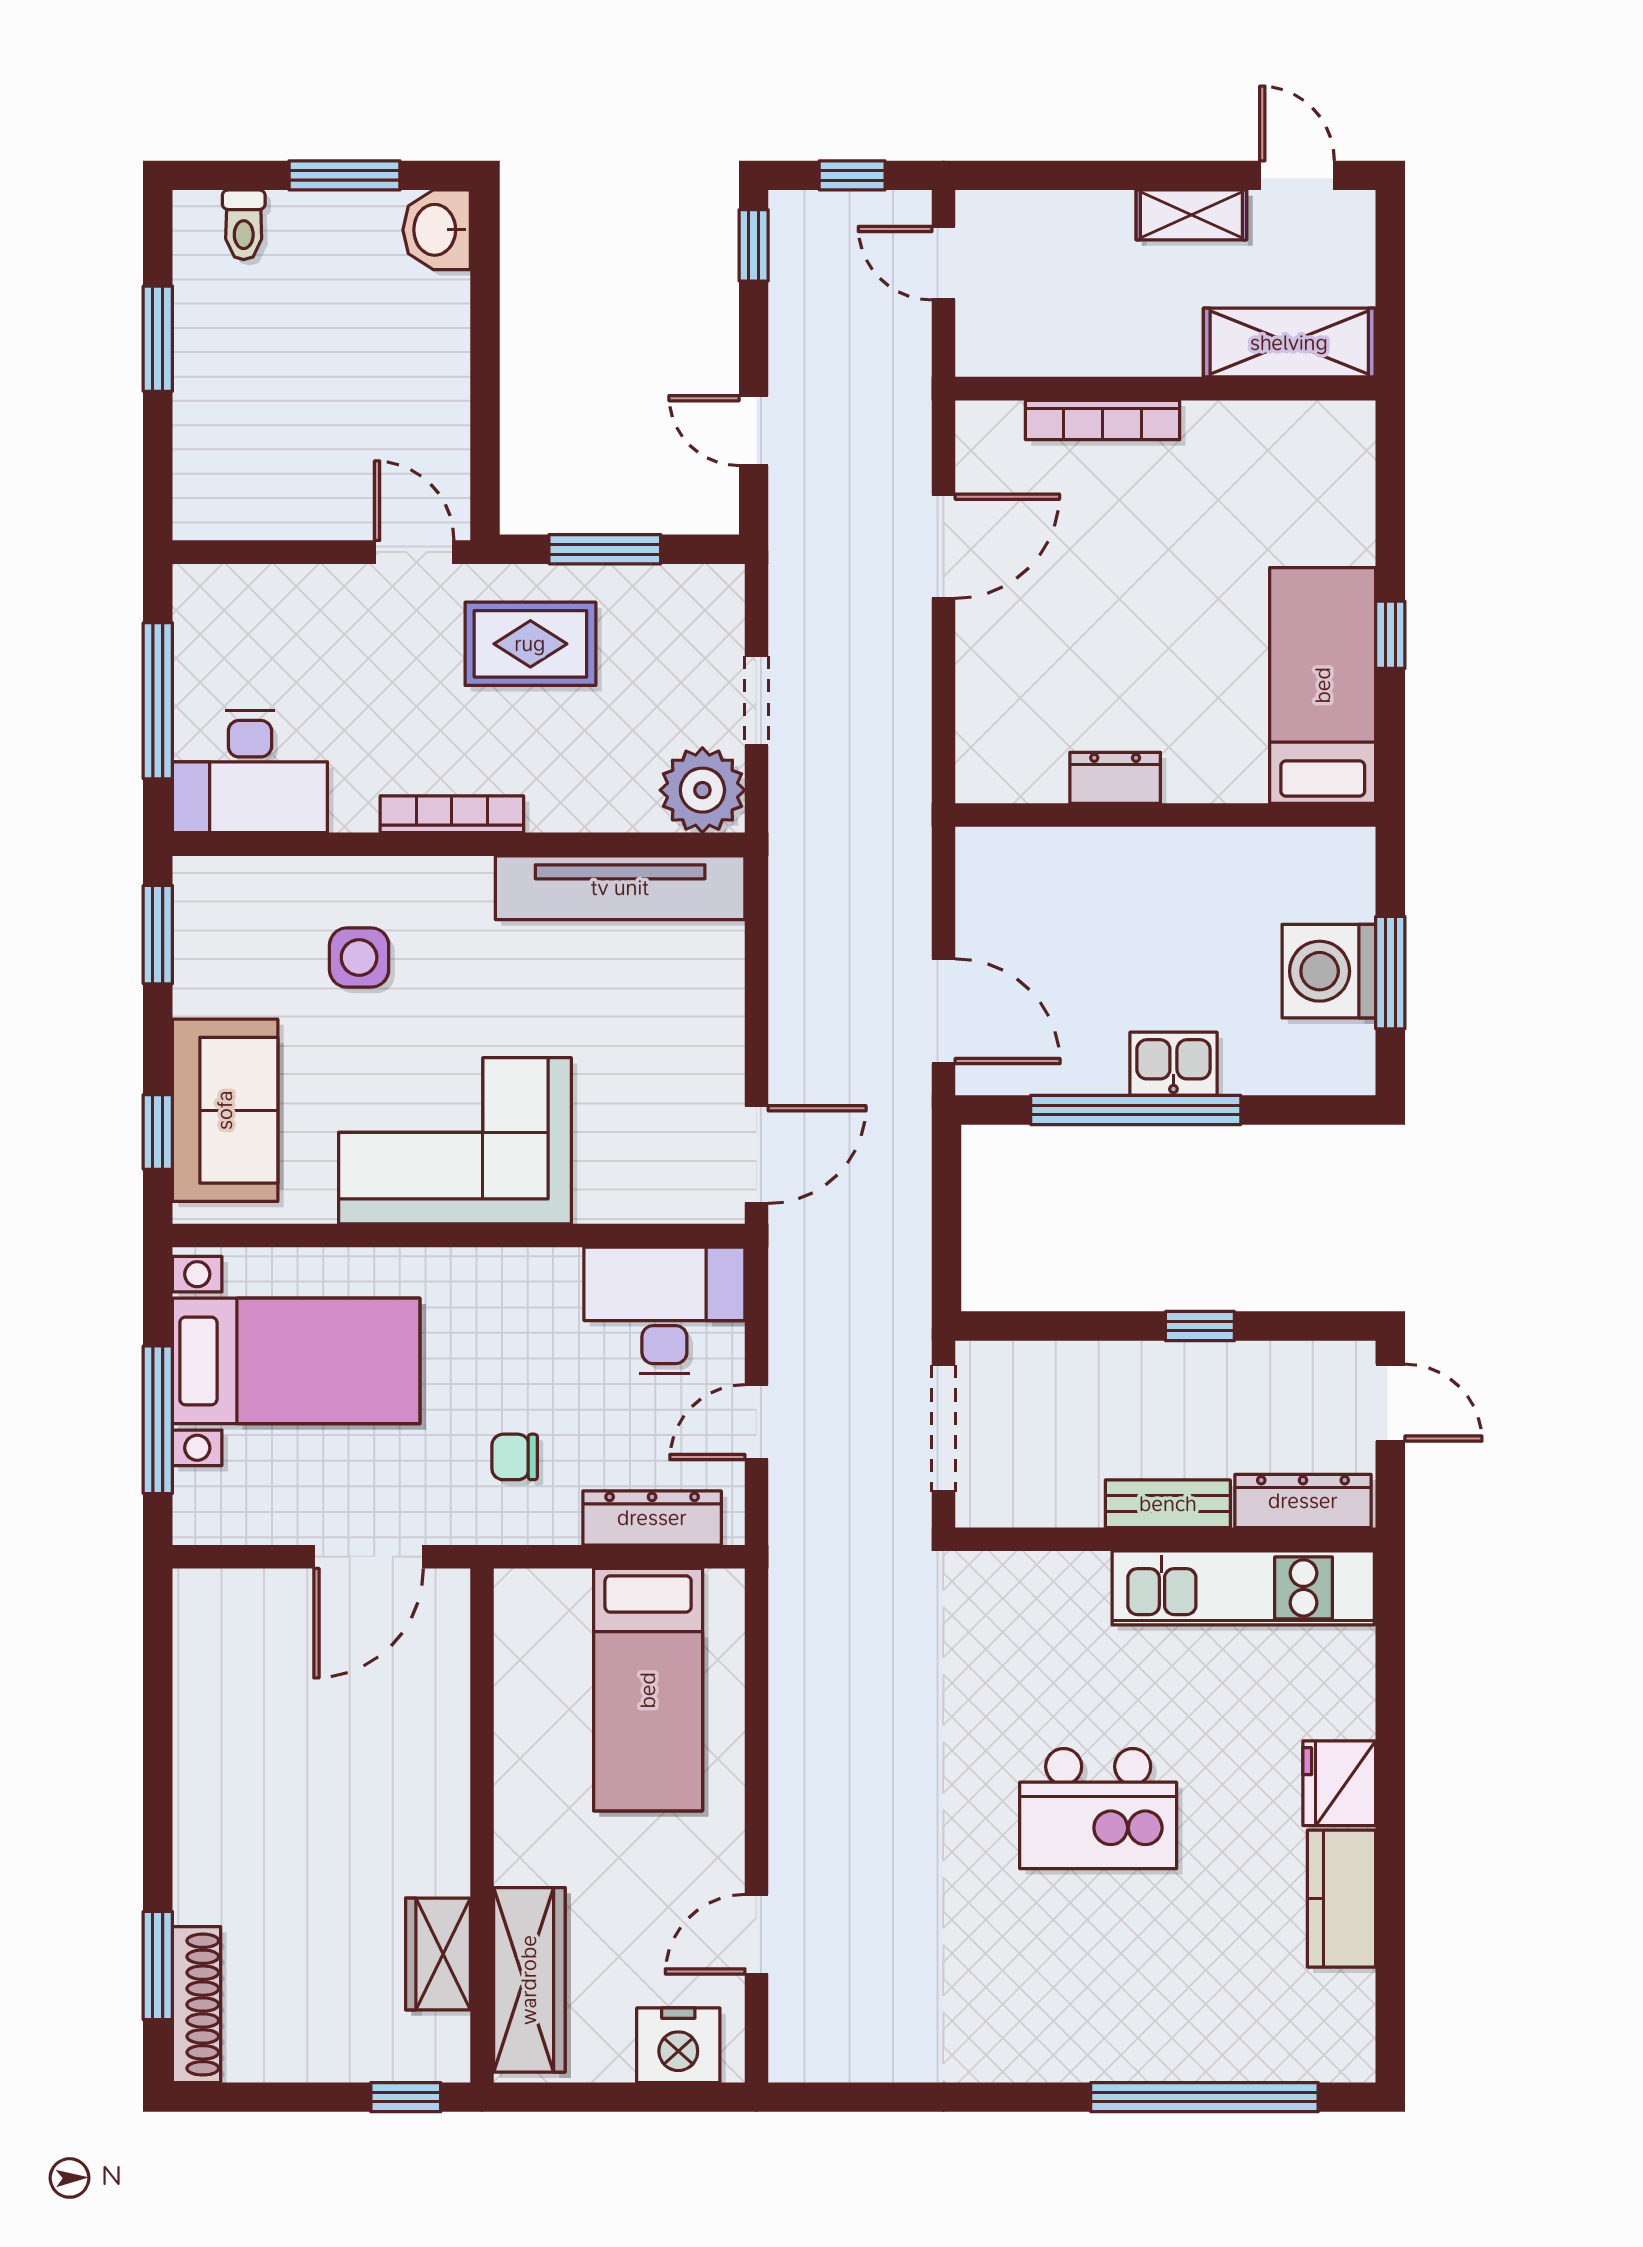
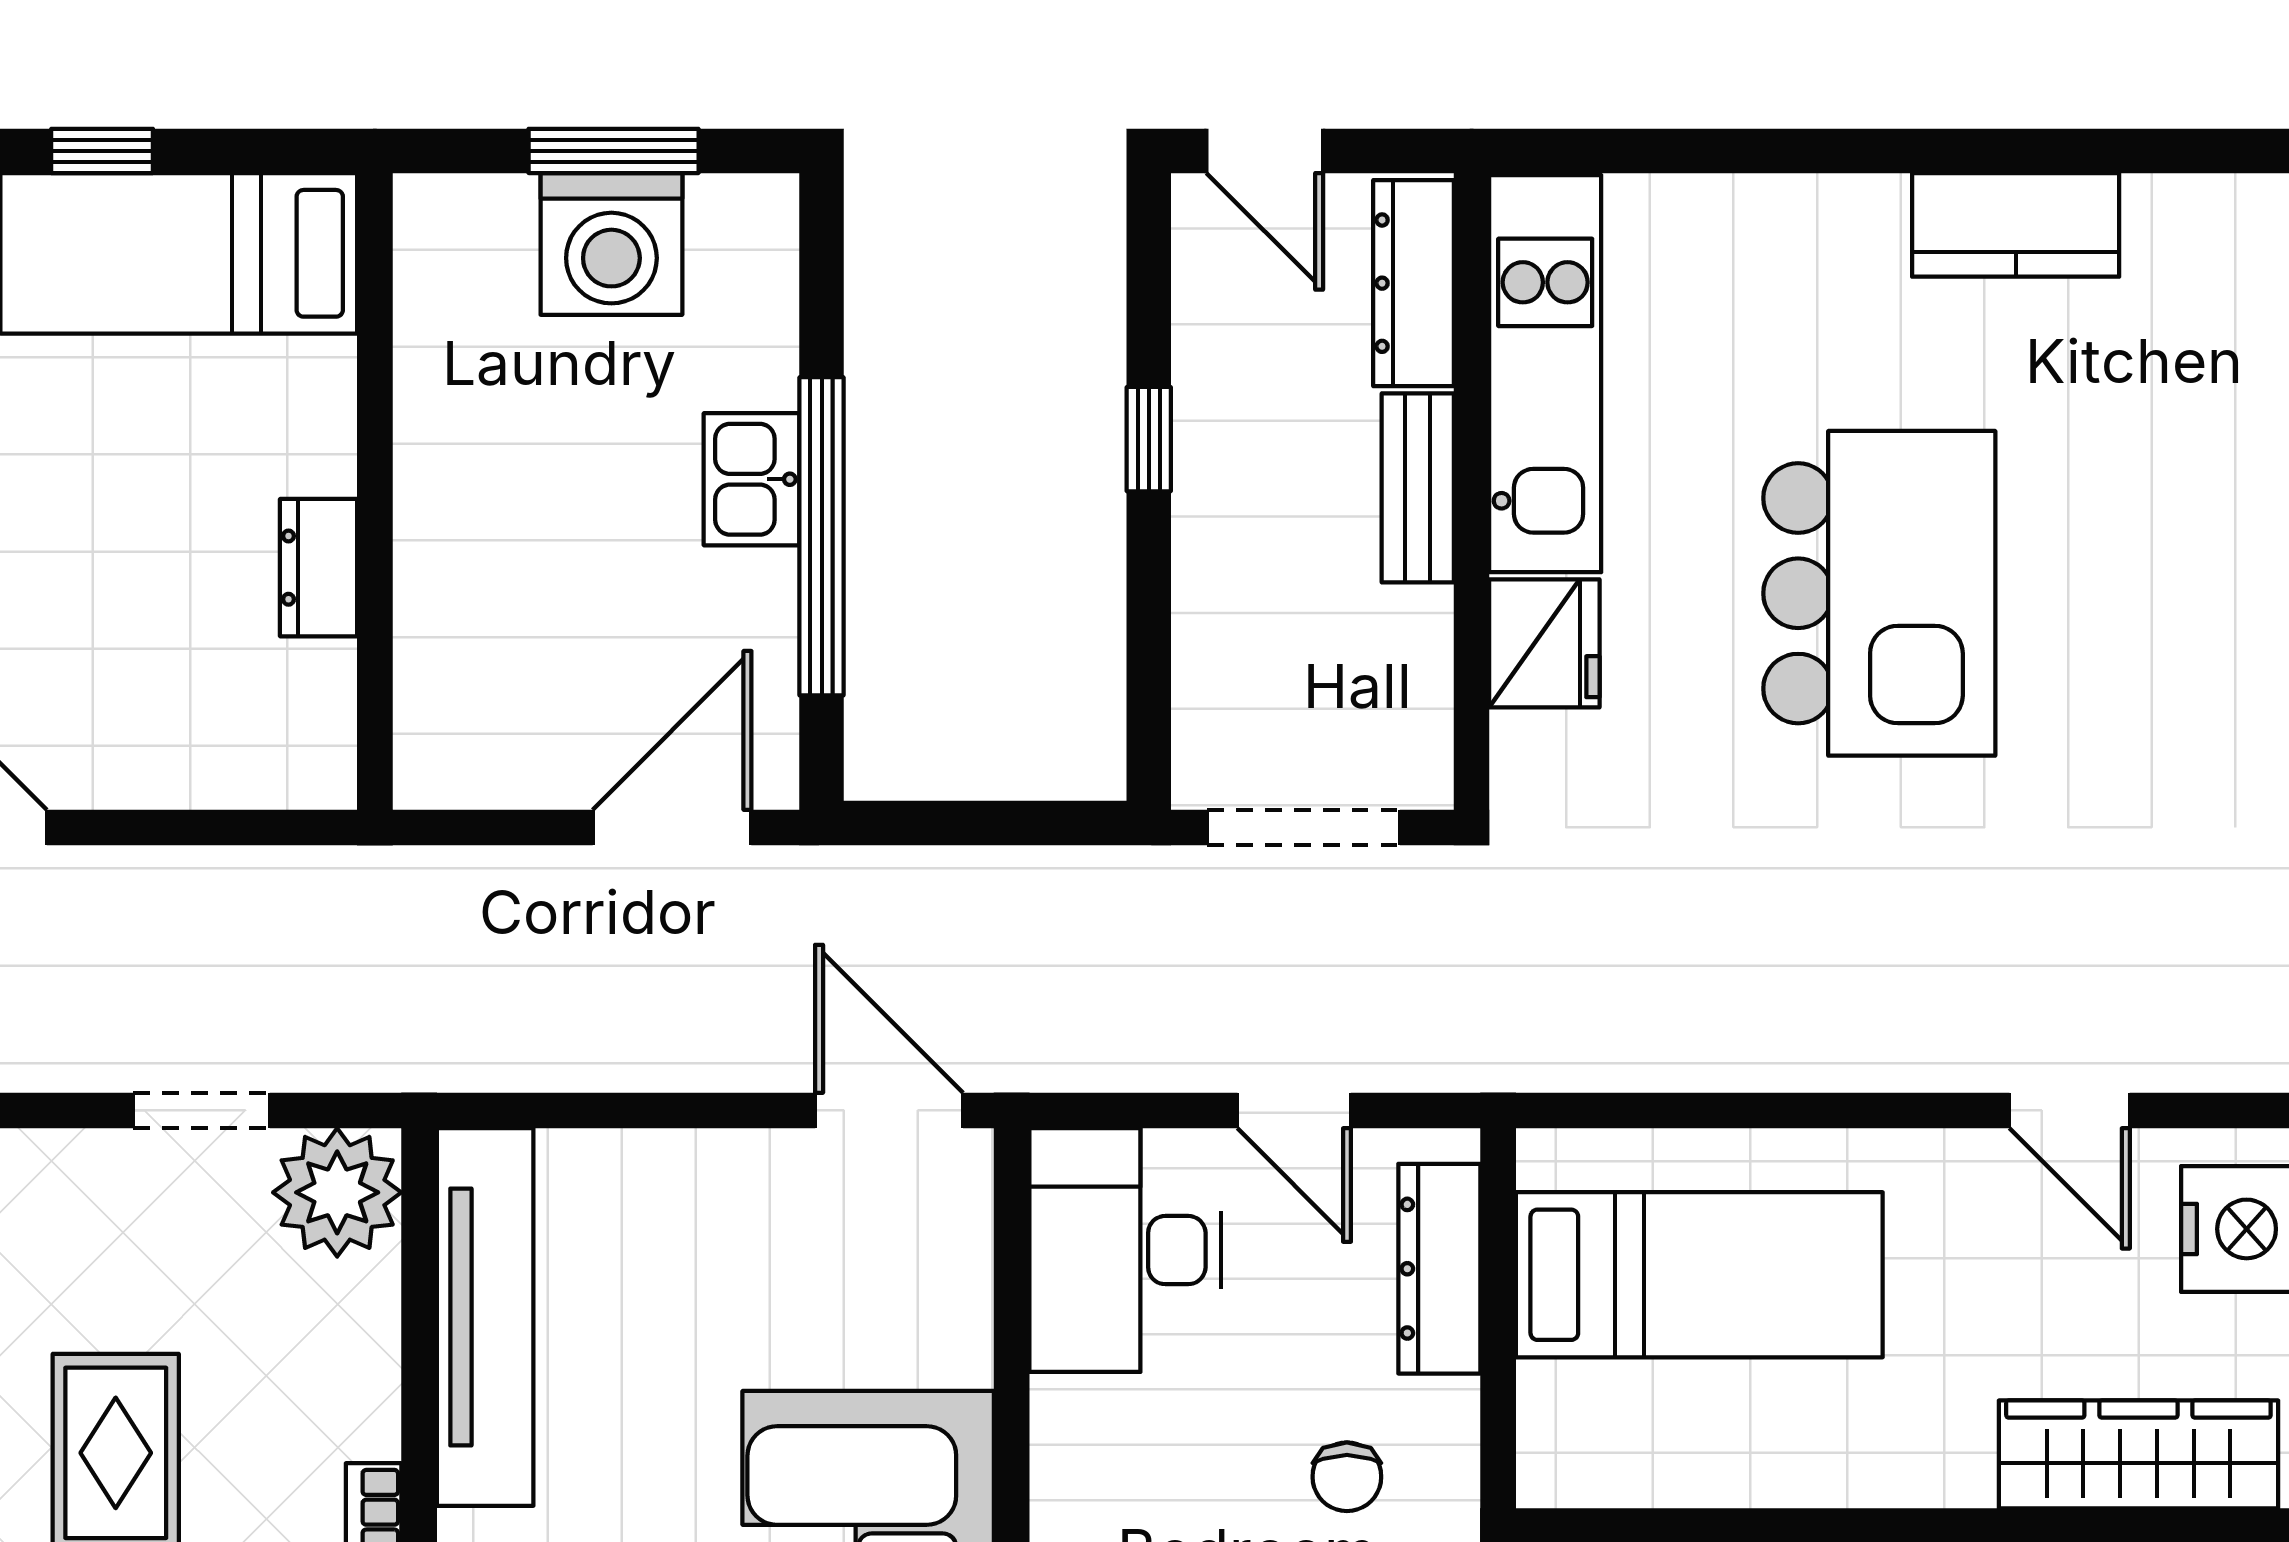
door: (1390, 1403) -> (1265, 151), swing flipped
fridge: (1339, 1783) -> (1544, 643), moved, turned -90
kitchen island: (1098, 1809) -> (1879, 593), width x1.37, depth x1.28

